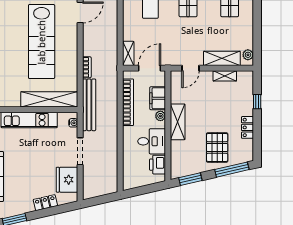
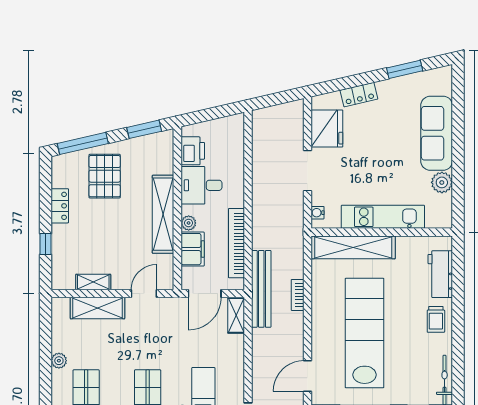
plant: (248, 55) -> (59, 361), moved
bench: (89, 105) -> (261, 289), moved
shelving: (178, 122) -> (163, 214), width x1.47

